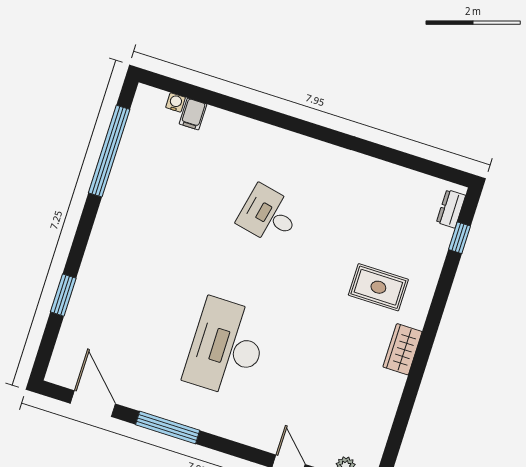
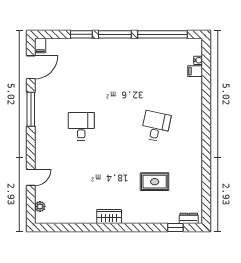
window: (82, 236) -> (115, 34), added
rug: (378, 287) -> (155, 182), moved, turned 90
desk: (226, 348) -> (81, 126), width x0.53, depth x0.77
filing cabinet: (60, 375) -> (40, 46), added

